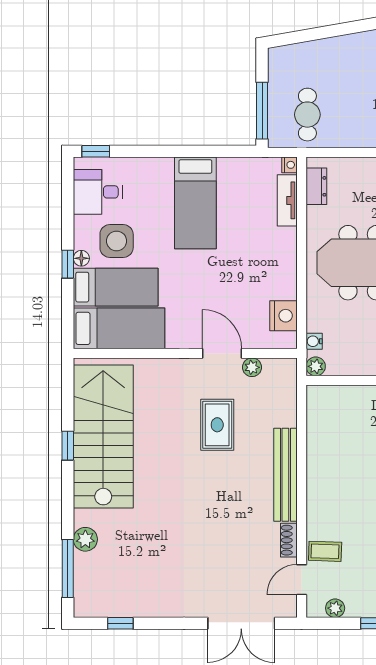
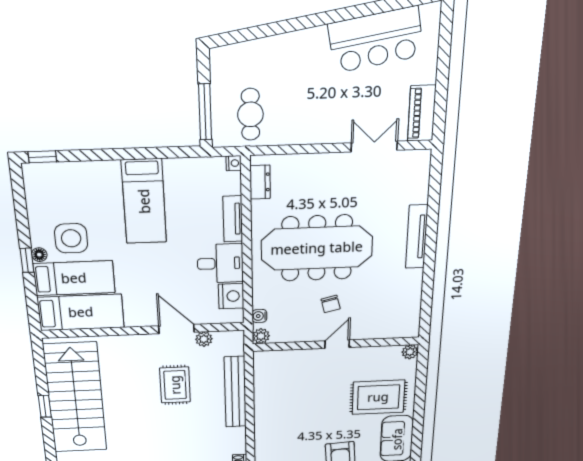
desk: (98, 192) -> (220, 263), moved, turned 180
tv unit: (287, 200) -> (233, 219), moved
bench: (285, 475) -> (235, 392), moved

